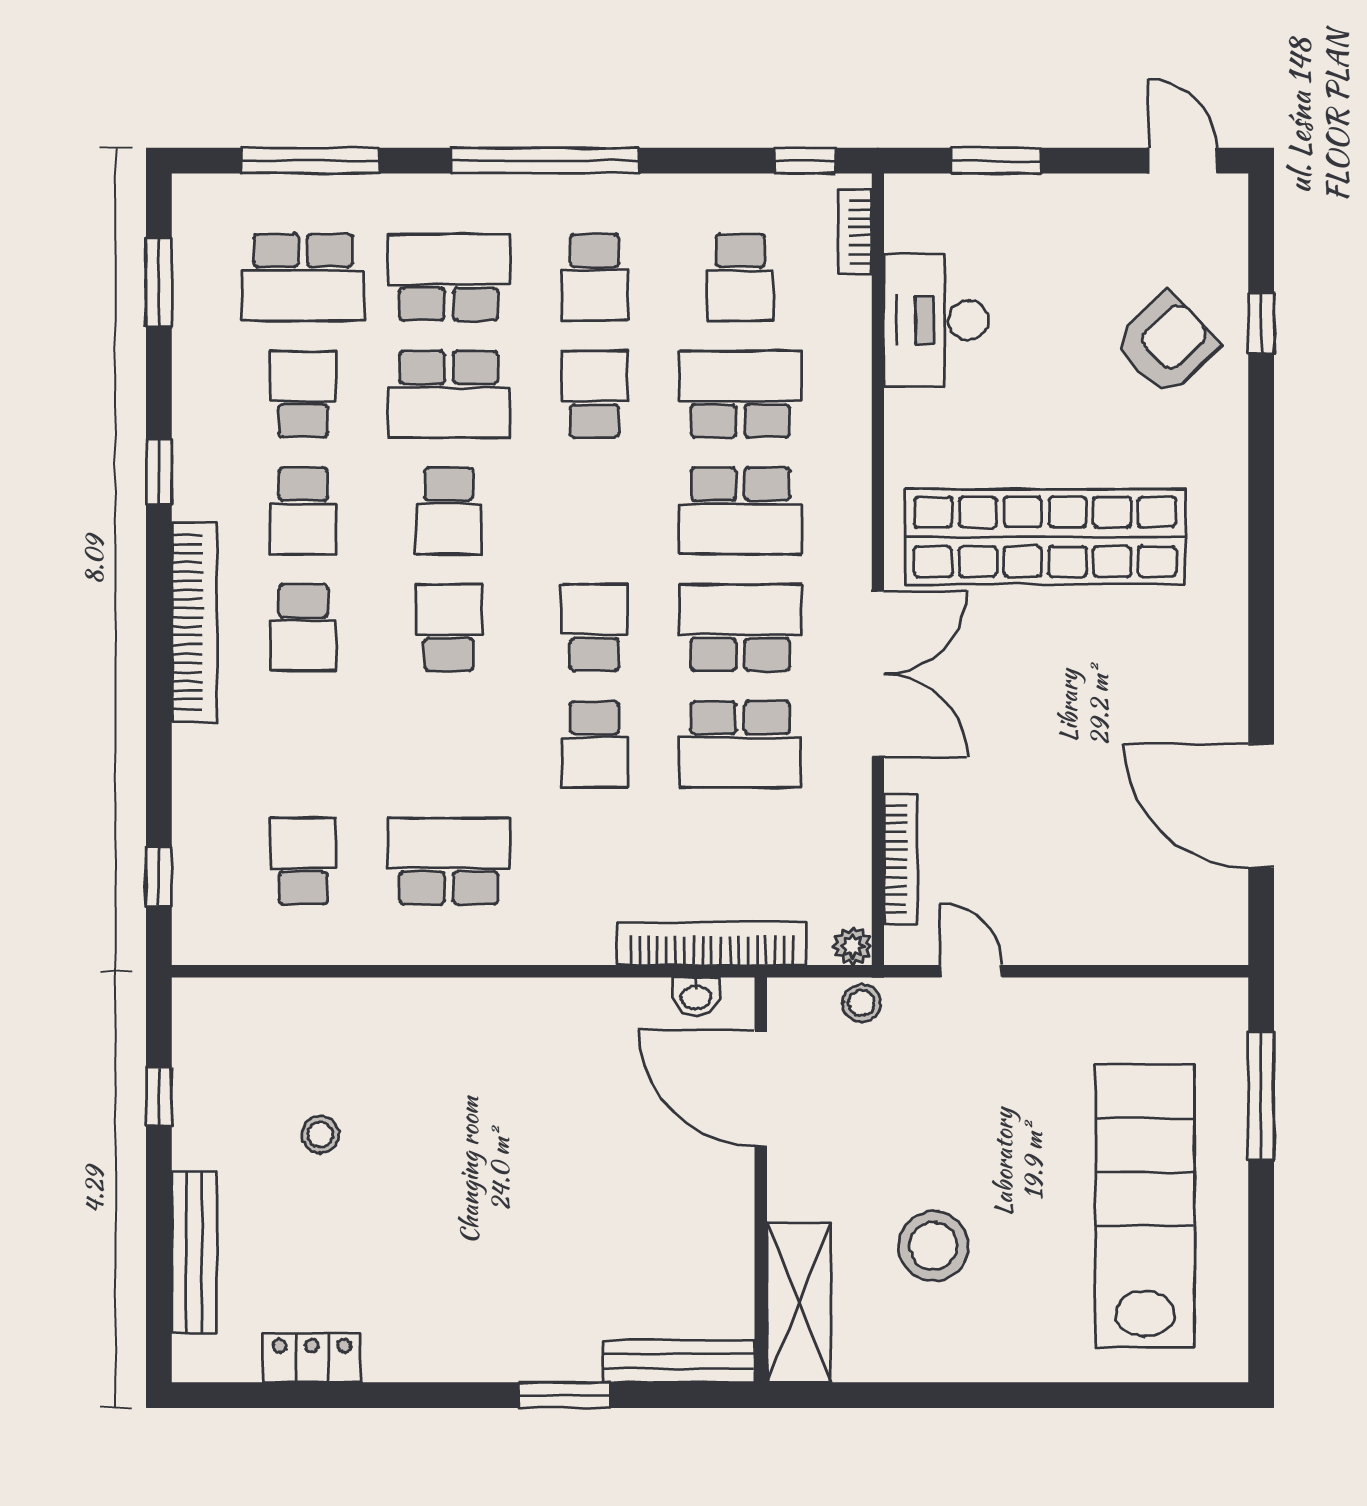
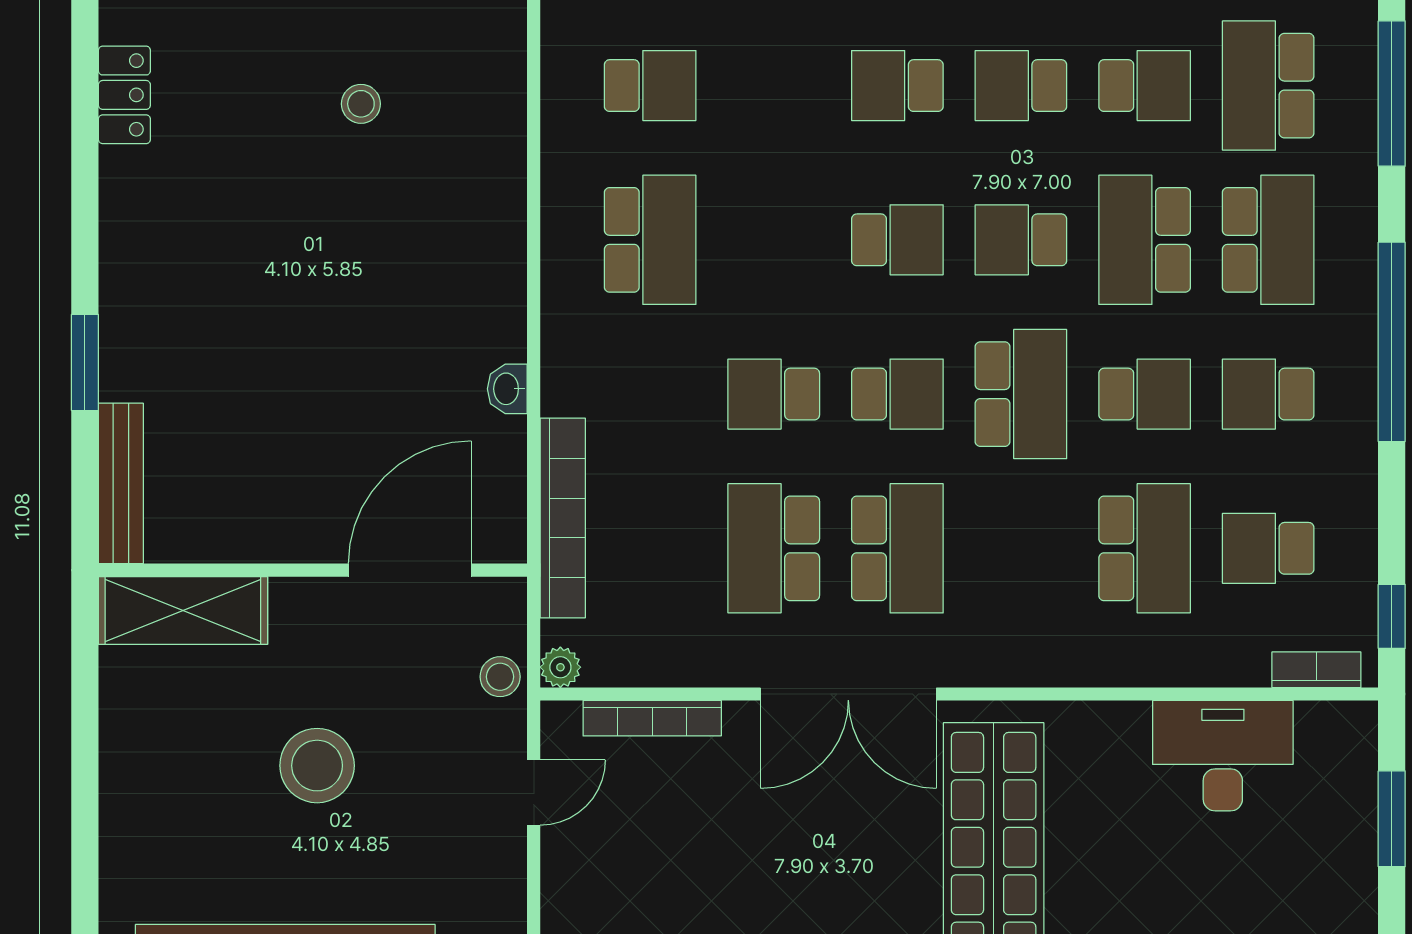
school desk: (740, 511) -> (1021, 394), moved, turned 180
washbasin: (696, 996) -> (507, 389), moved
stool: (933, 1246) -> (317, 766), moved

